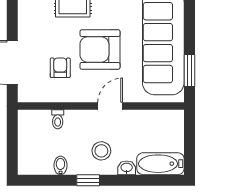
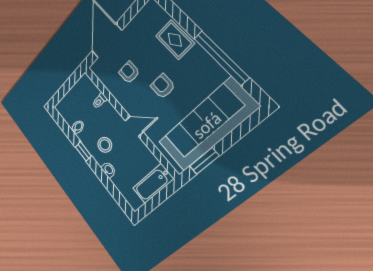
armchair: (100, 49) -> (163, 86), width x0.53, depth x0.53
armchair: (60, 68) -> (129, 72), turned -90
bathtub: (160, 164) -> (153, 183), moved, turned -90

